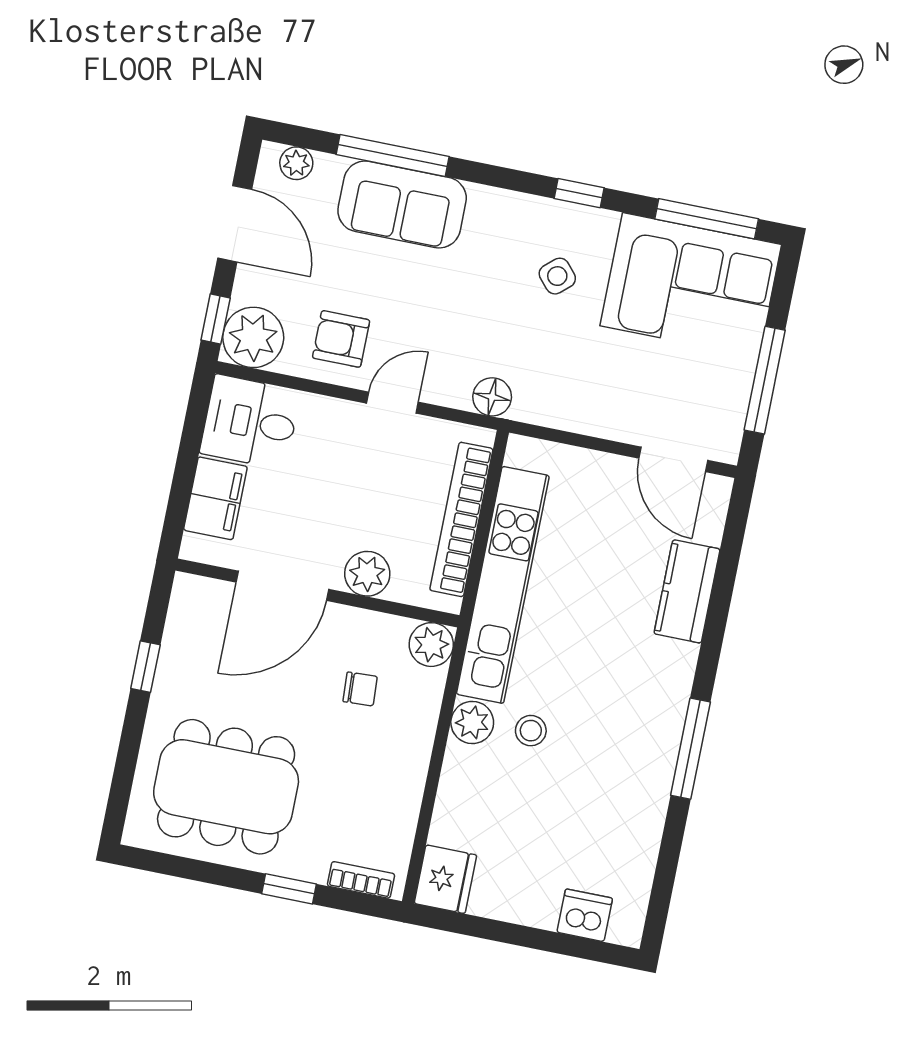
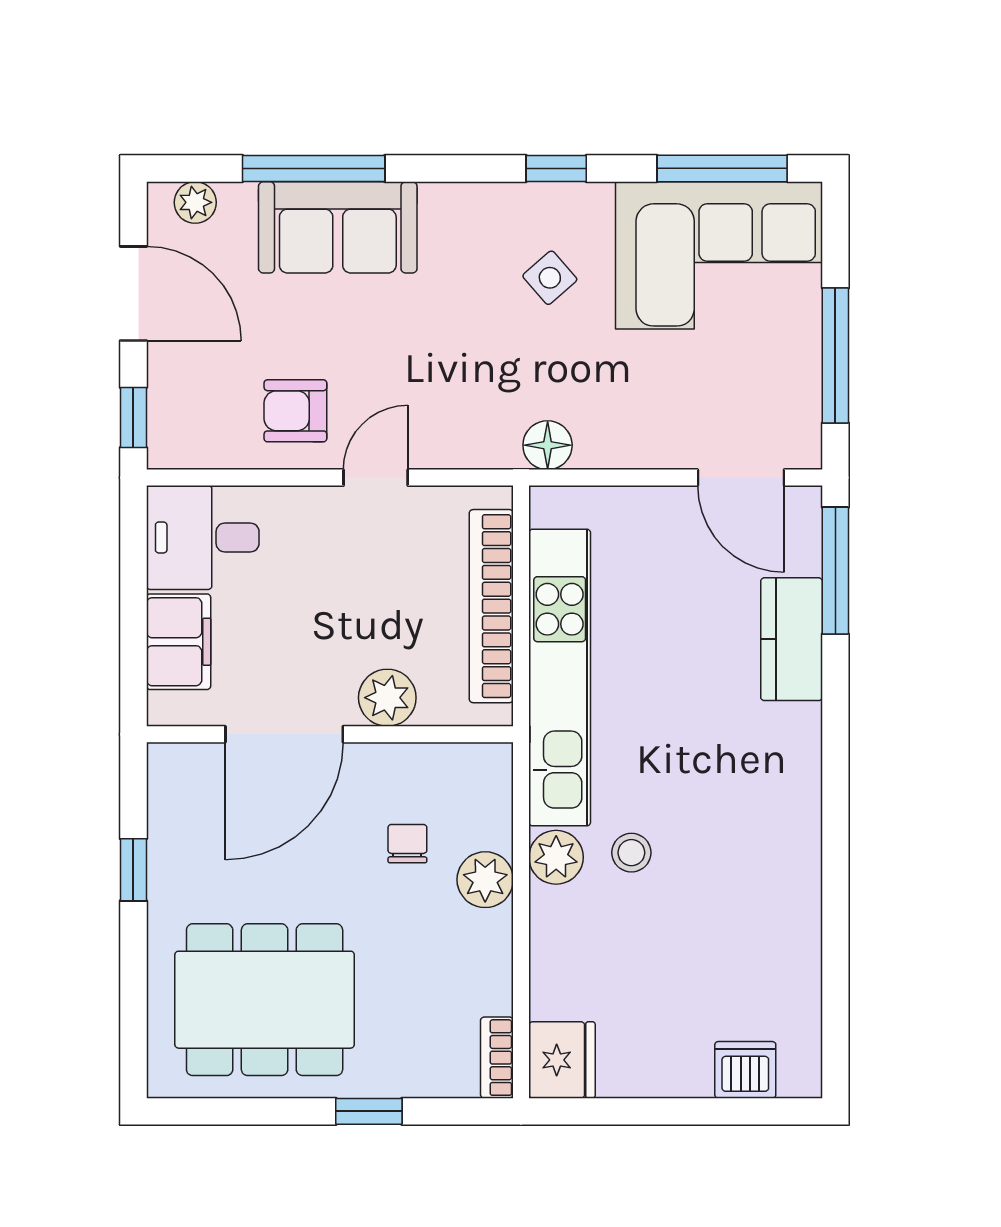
plant: (253, 337) -> (185, 431), removed
floor lamp: (492, 397) -> (548, 445), moved
plant: (431, 645) -> (485, 880), moved
chair: (360, 689) -> (407, 844), turned -87
window: (690, 749) -> (835, 571), moved
bookcase: (361, 880) -> (497, 1058), moved, turned -90

